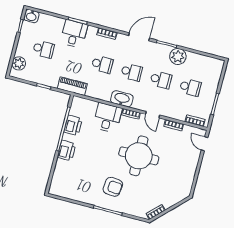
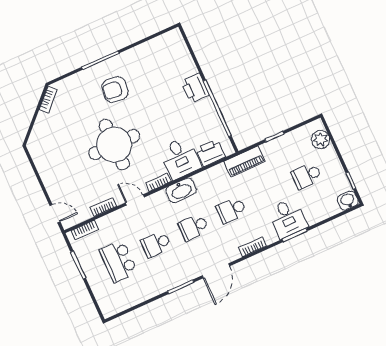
plant: (178, 56) -> (158, 283), removed
school desk: (190, 87) -> (118, 261), width x1.85
printer: (73, 125) -> (211, 153), moved, turned 90

